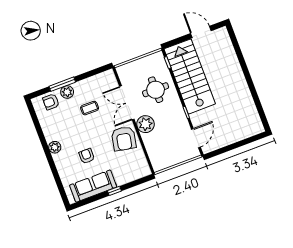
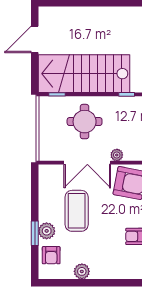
window: (62, 84) -> (35, 233), width x0.69
coffee table: (90, 108) -> (77, 211), width x1.86, depth x1.72
plant: (145, 124) -> (117, 155), width x0.53, depth x0.53
plant: (55, 147) -> (82, 271), moved

